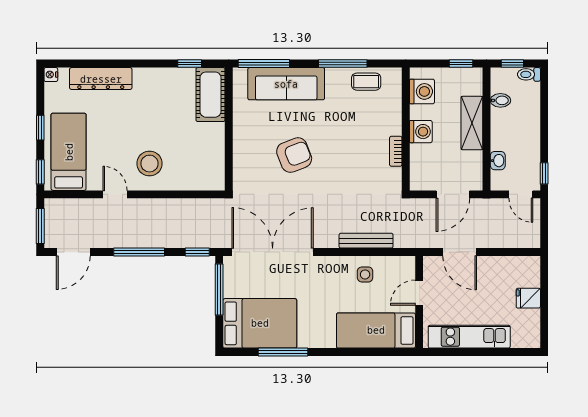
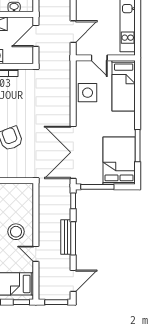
door: (115, 194) -> (36, 254), hinge flipped
door: (453, 194) -> (36, 36), swing flipped
bench: (366, 241) -> (66, 237), moved
door: (73, 252) -> (73, 281), hinge flipped
side table: (365, 274) -> (88, 93), width x1.87, depth x1.87

